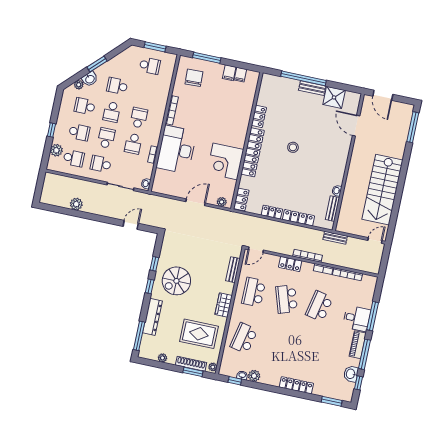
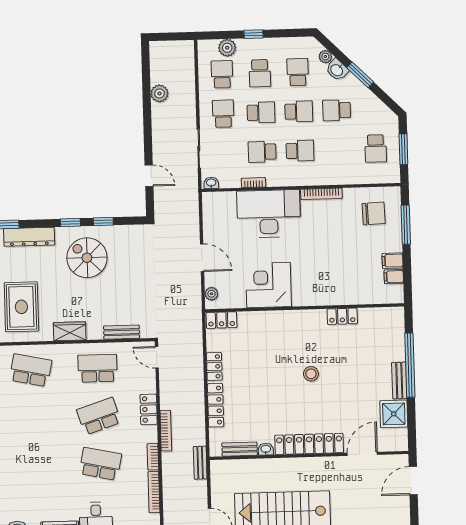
school desk: (117, 86) -> (337, 110), turned -90
school desk: (112, 112) -> (299, 111), turned 180
locker: (253, 152) -> (309, 444), moved, turned 180
school desk: (74, 158) -> (222, 74), turned 180

